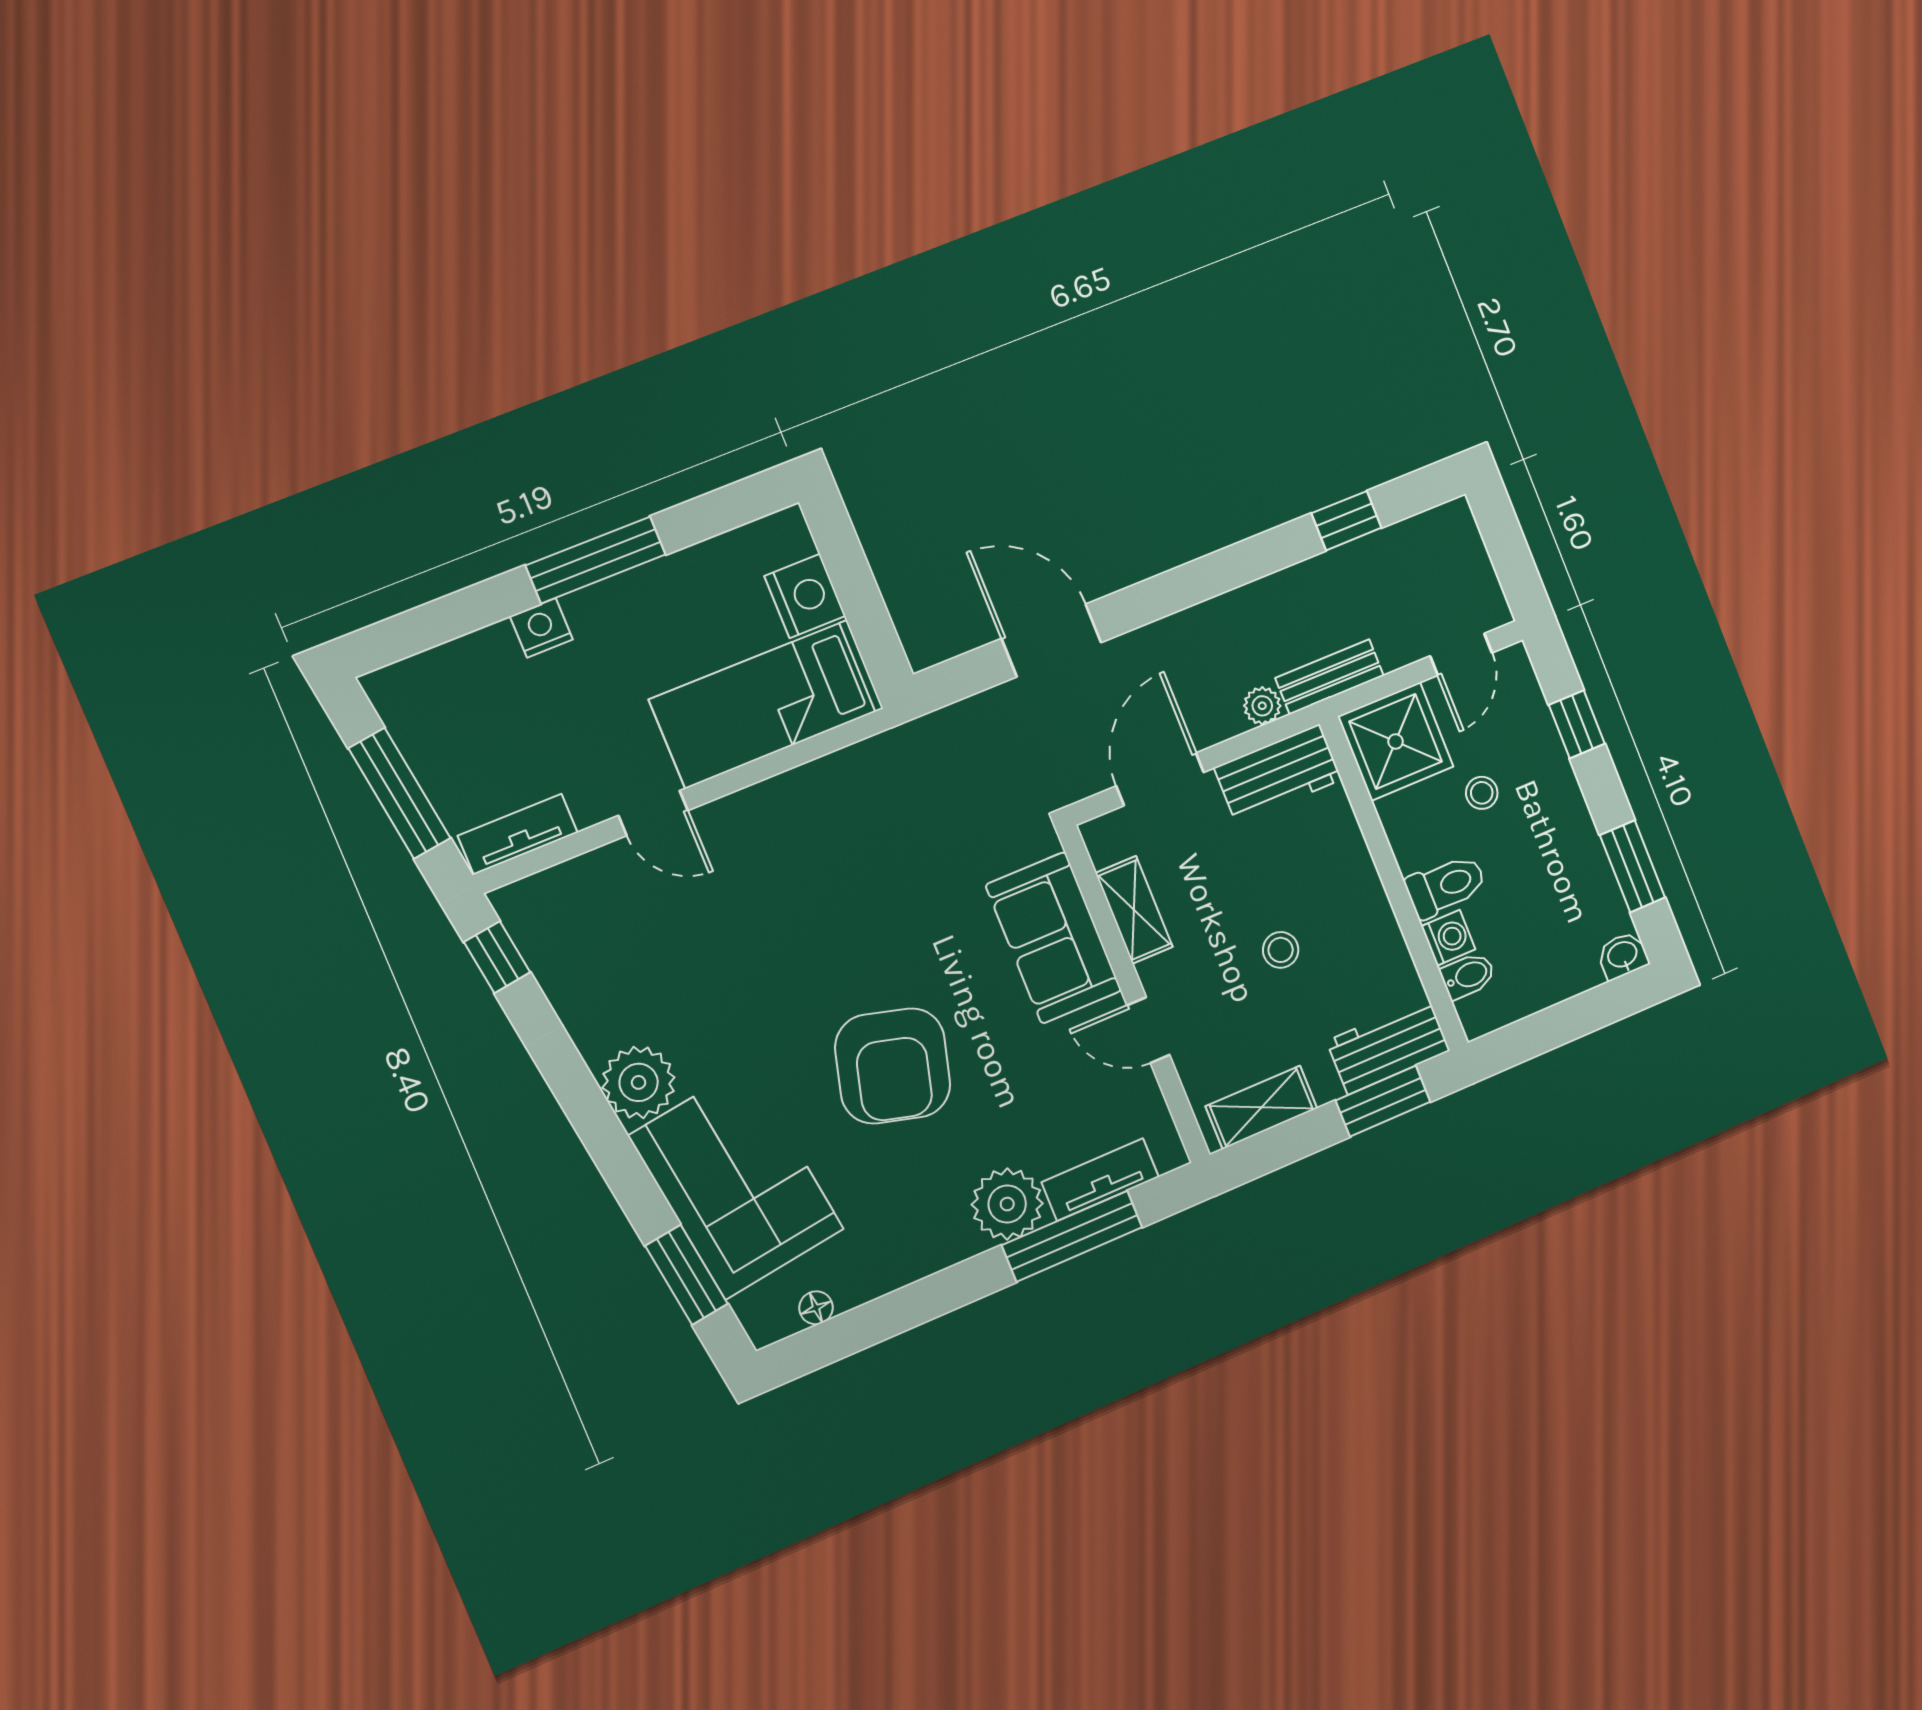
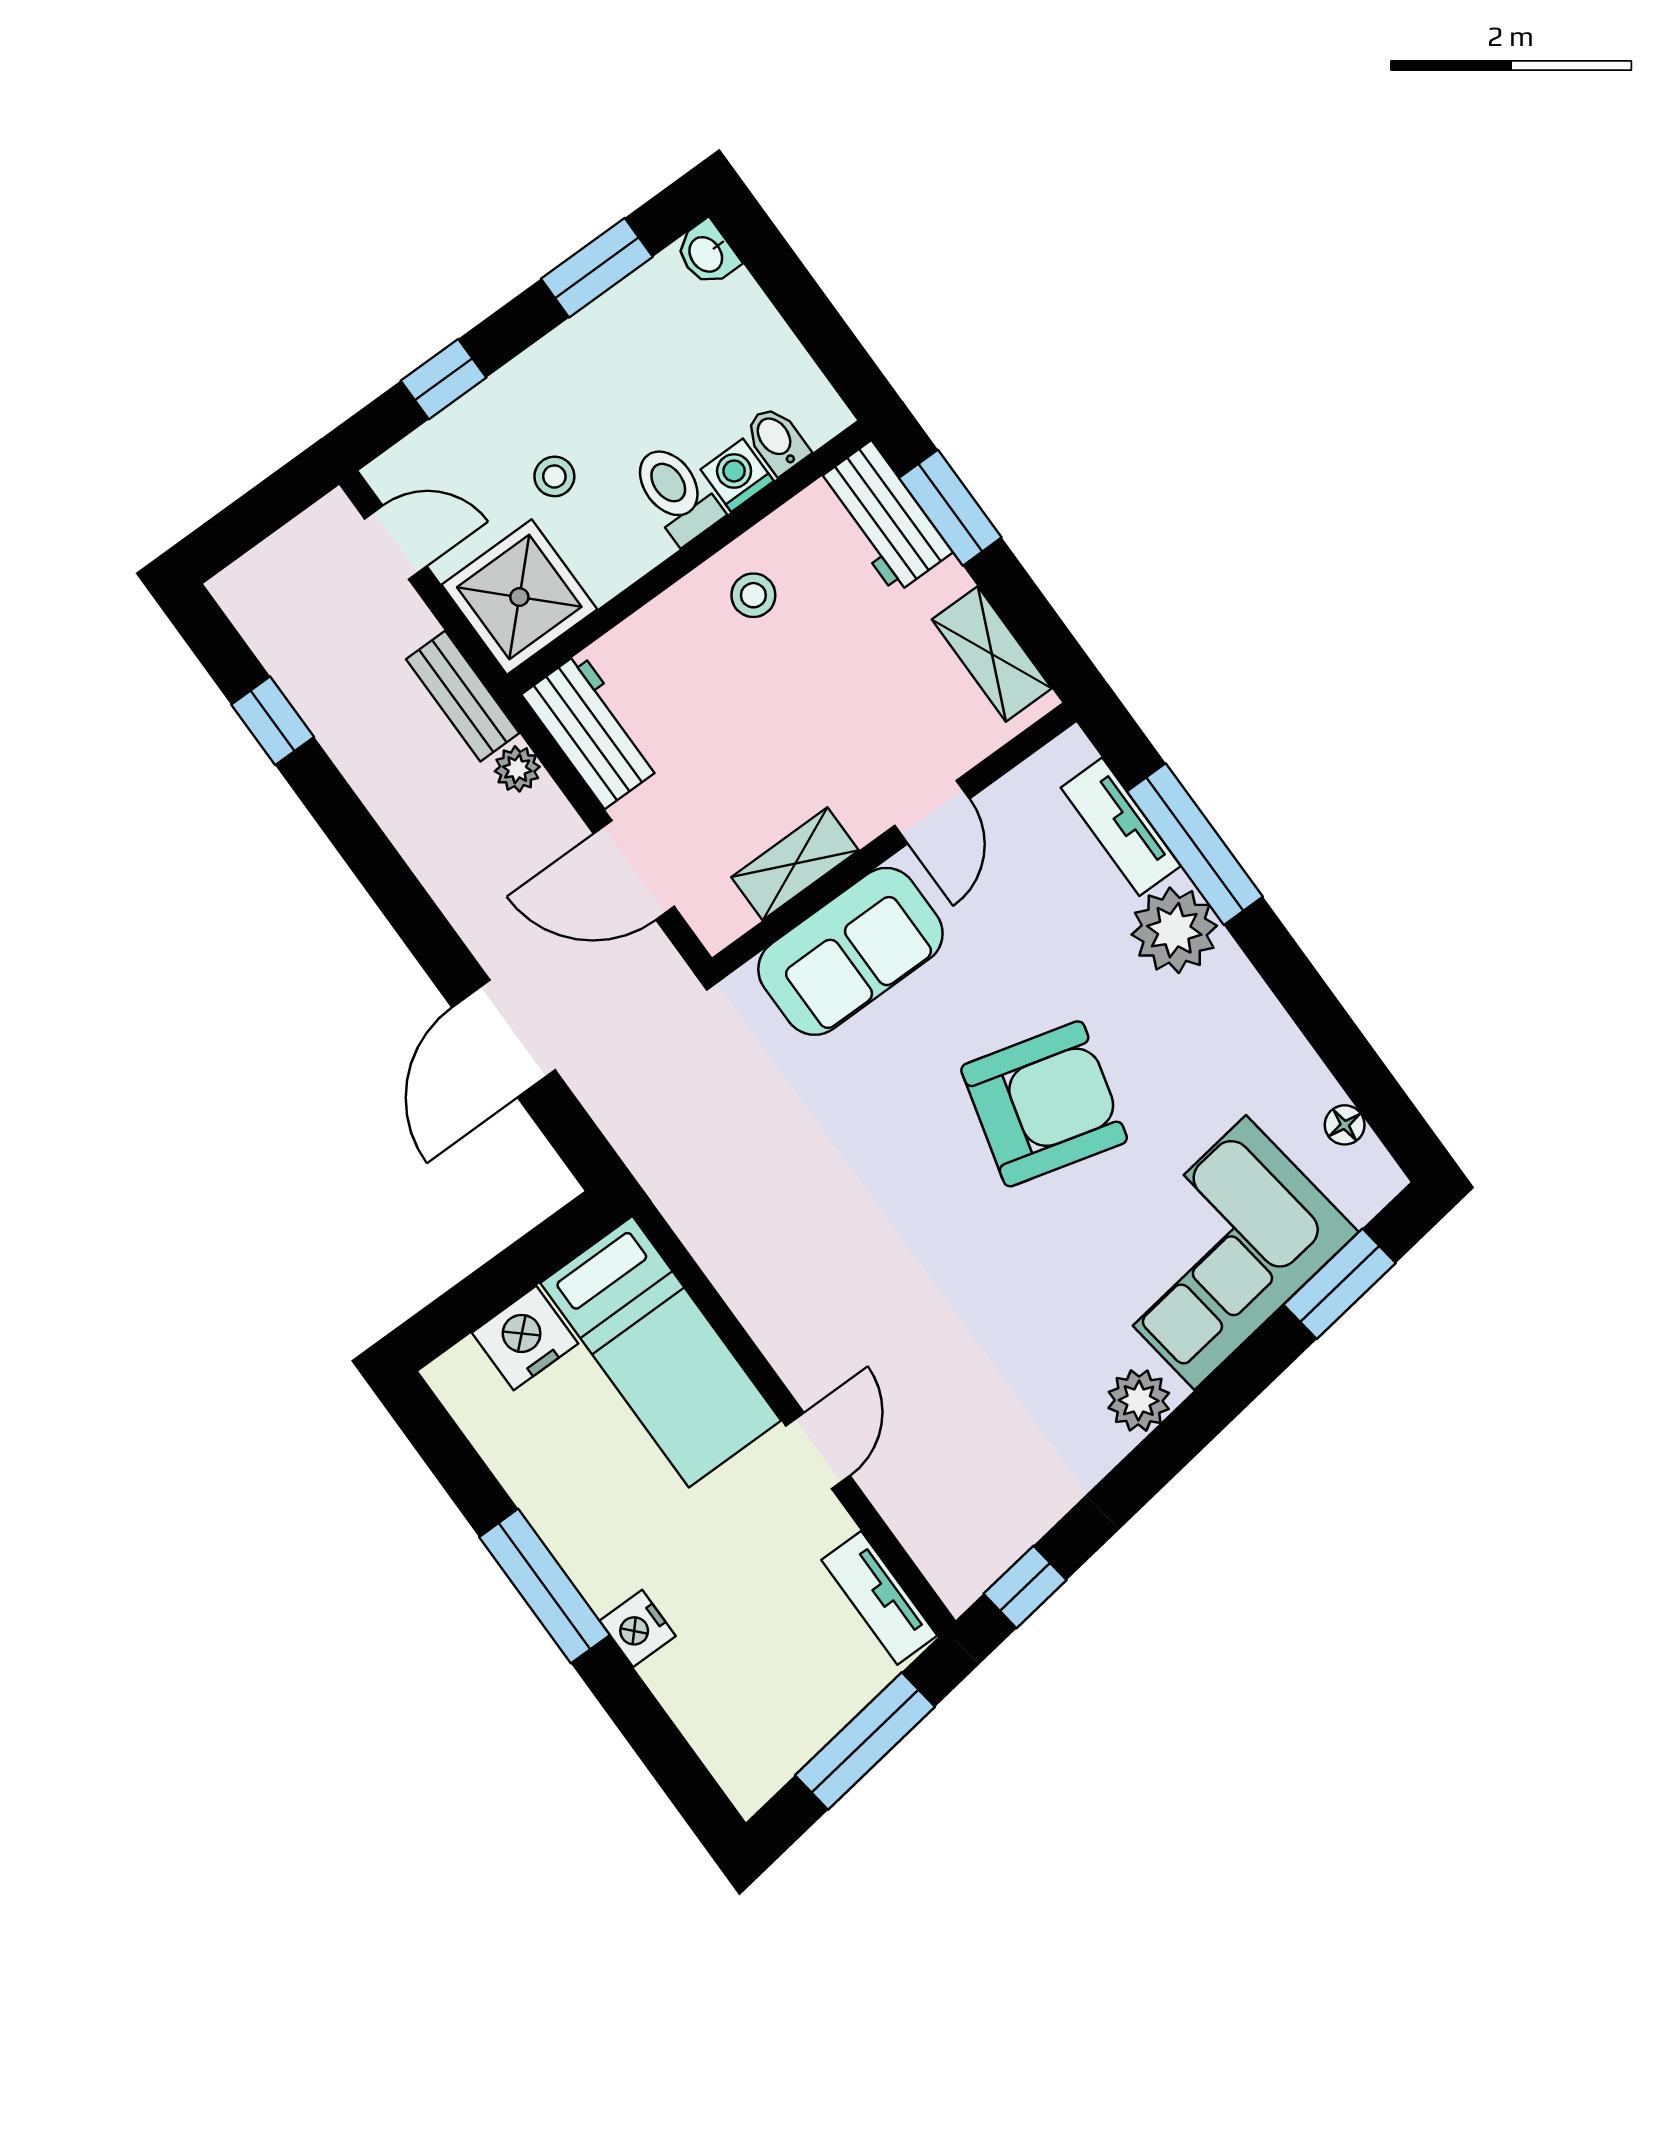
stool: (1281, 950) -> (753, 595), moved
plant: (639, 1082) -> (1139, 1400), width x0.73, depth x0.73

